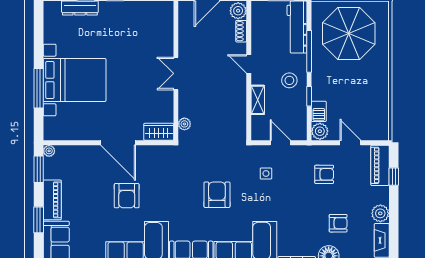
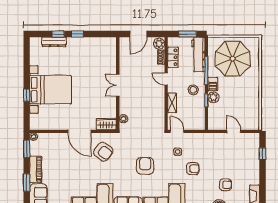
locker: (259, 31) -> (173, 57), added
window: (39, 88) -> (27, 95), width x0.46
barbecue: (319, 111) -> (213, 84), moved
plant: (320, 131) -> (213, 97), moved
door: (280, 143) -> (177, 131), moved
piano: (380, 165) -> (253, 146), removed
armchair: (324, 174) -> (193, 169), moved
armchair: (127, 196) -> (103, 152), moved, turned -55
plant: (380, 213) -> (254, 178), removed

